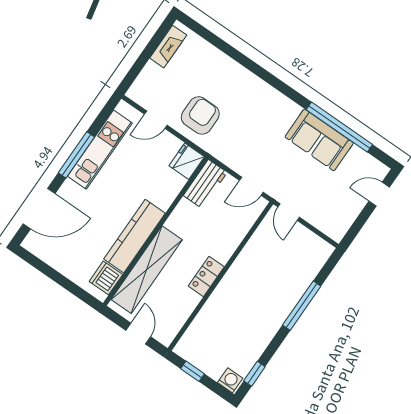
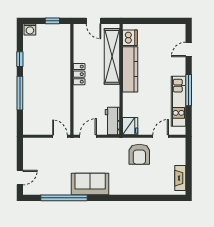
sofa: (319, 140) -> (90, 184), moved
door: (39, 209) -> (189, 49), width x0.53
window: (254, 374) -> (20, 59), moved

